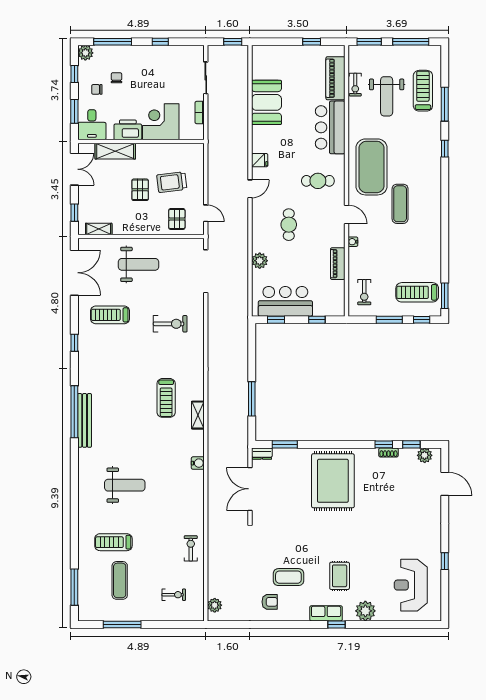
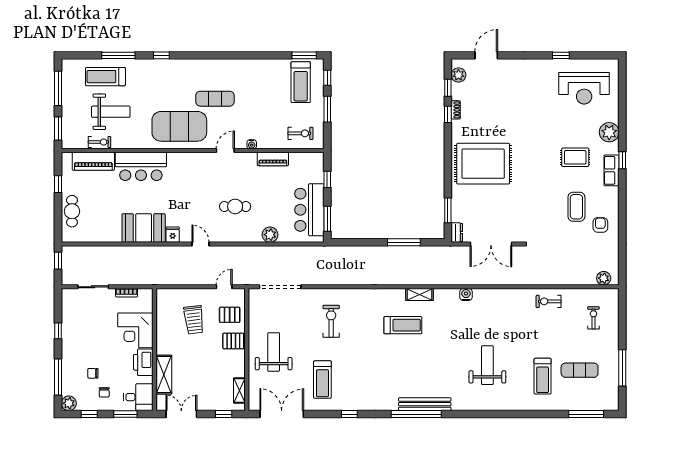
booth: (266, 102) -> (144, 228), moved
cafe table: (318, 181) -> (72, 211), moved
pallet: (140, 190) -> (233, 341), moved
window: (276, 320) -> (327, 219), width x1.50

